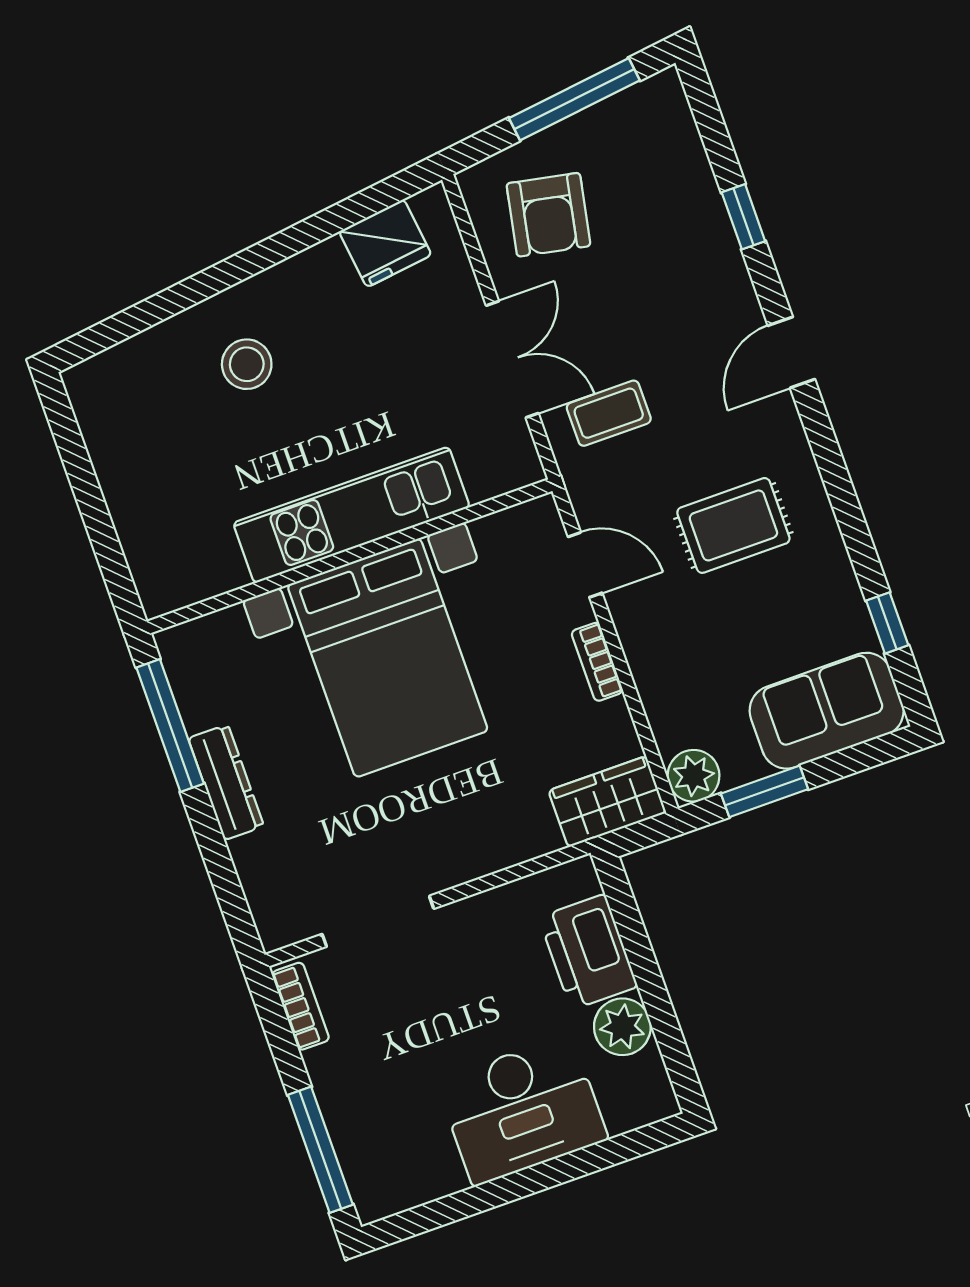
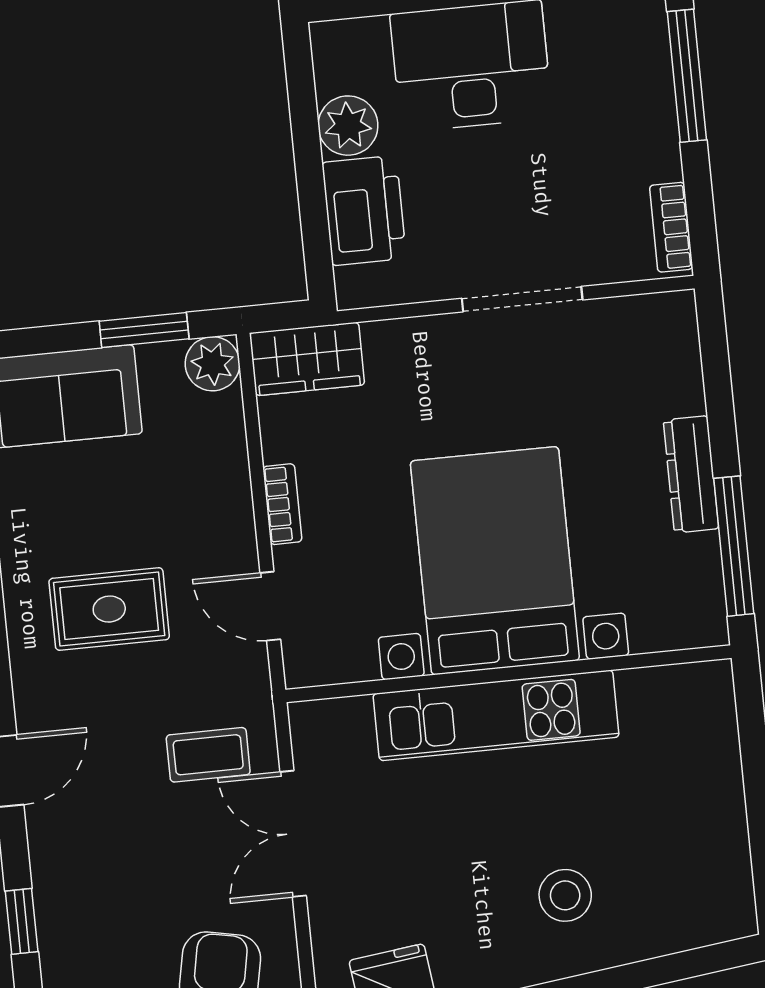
doorway: (378, 921) -> (522, 299), moved

